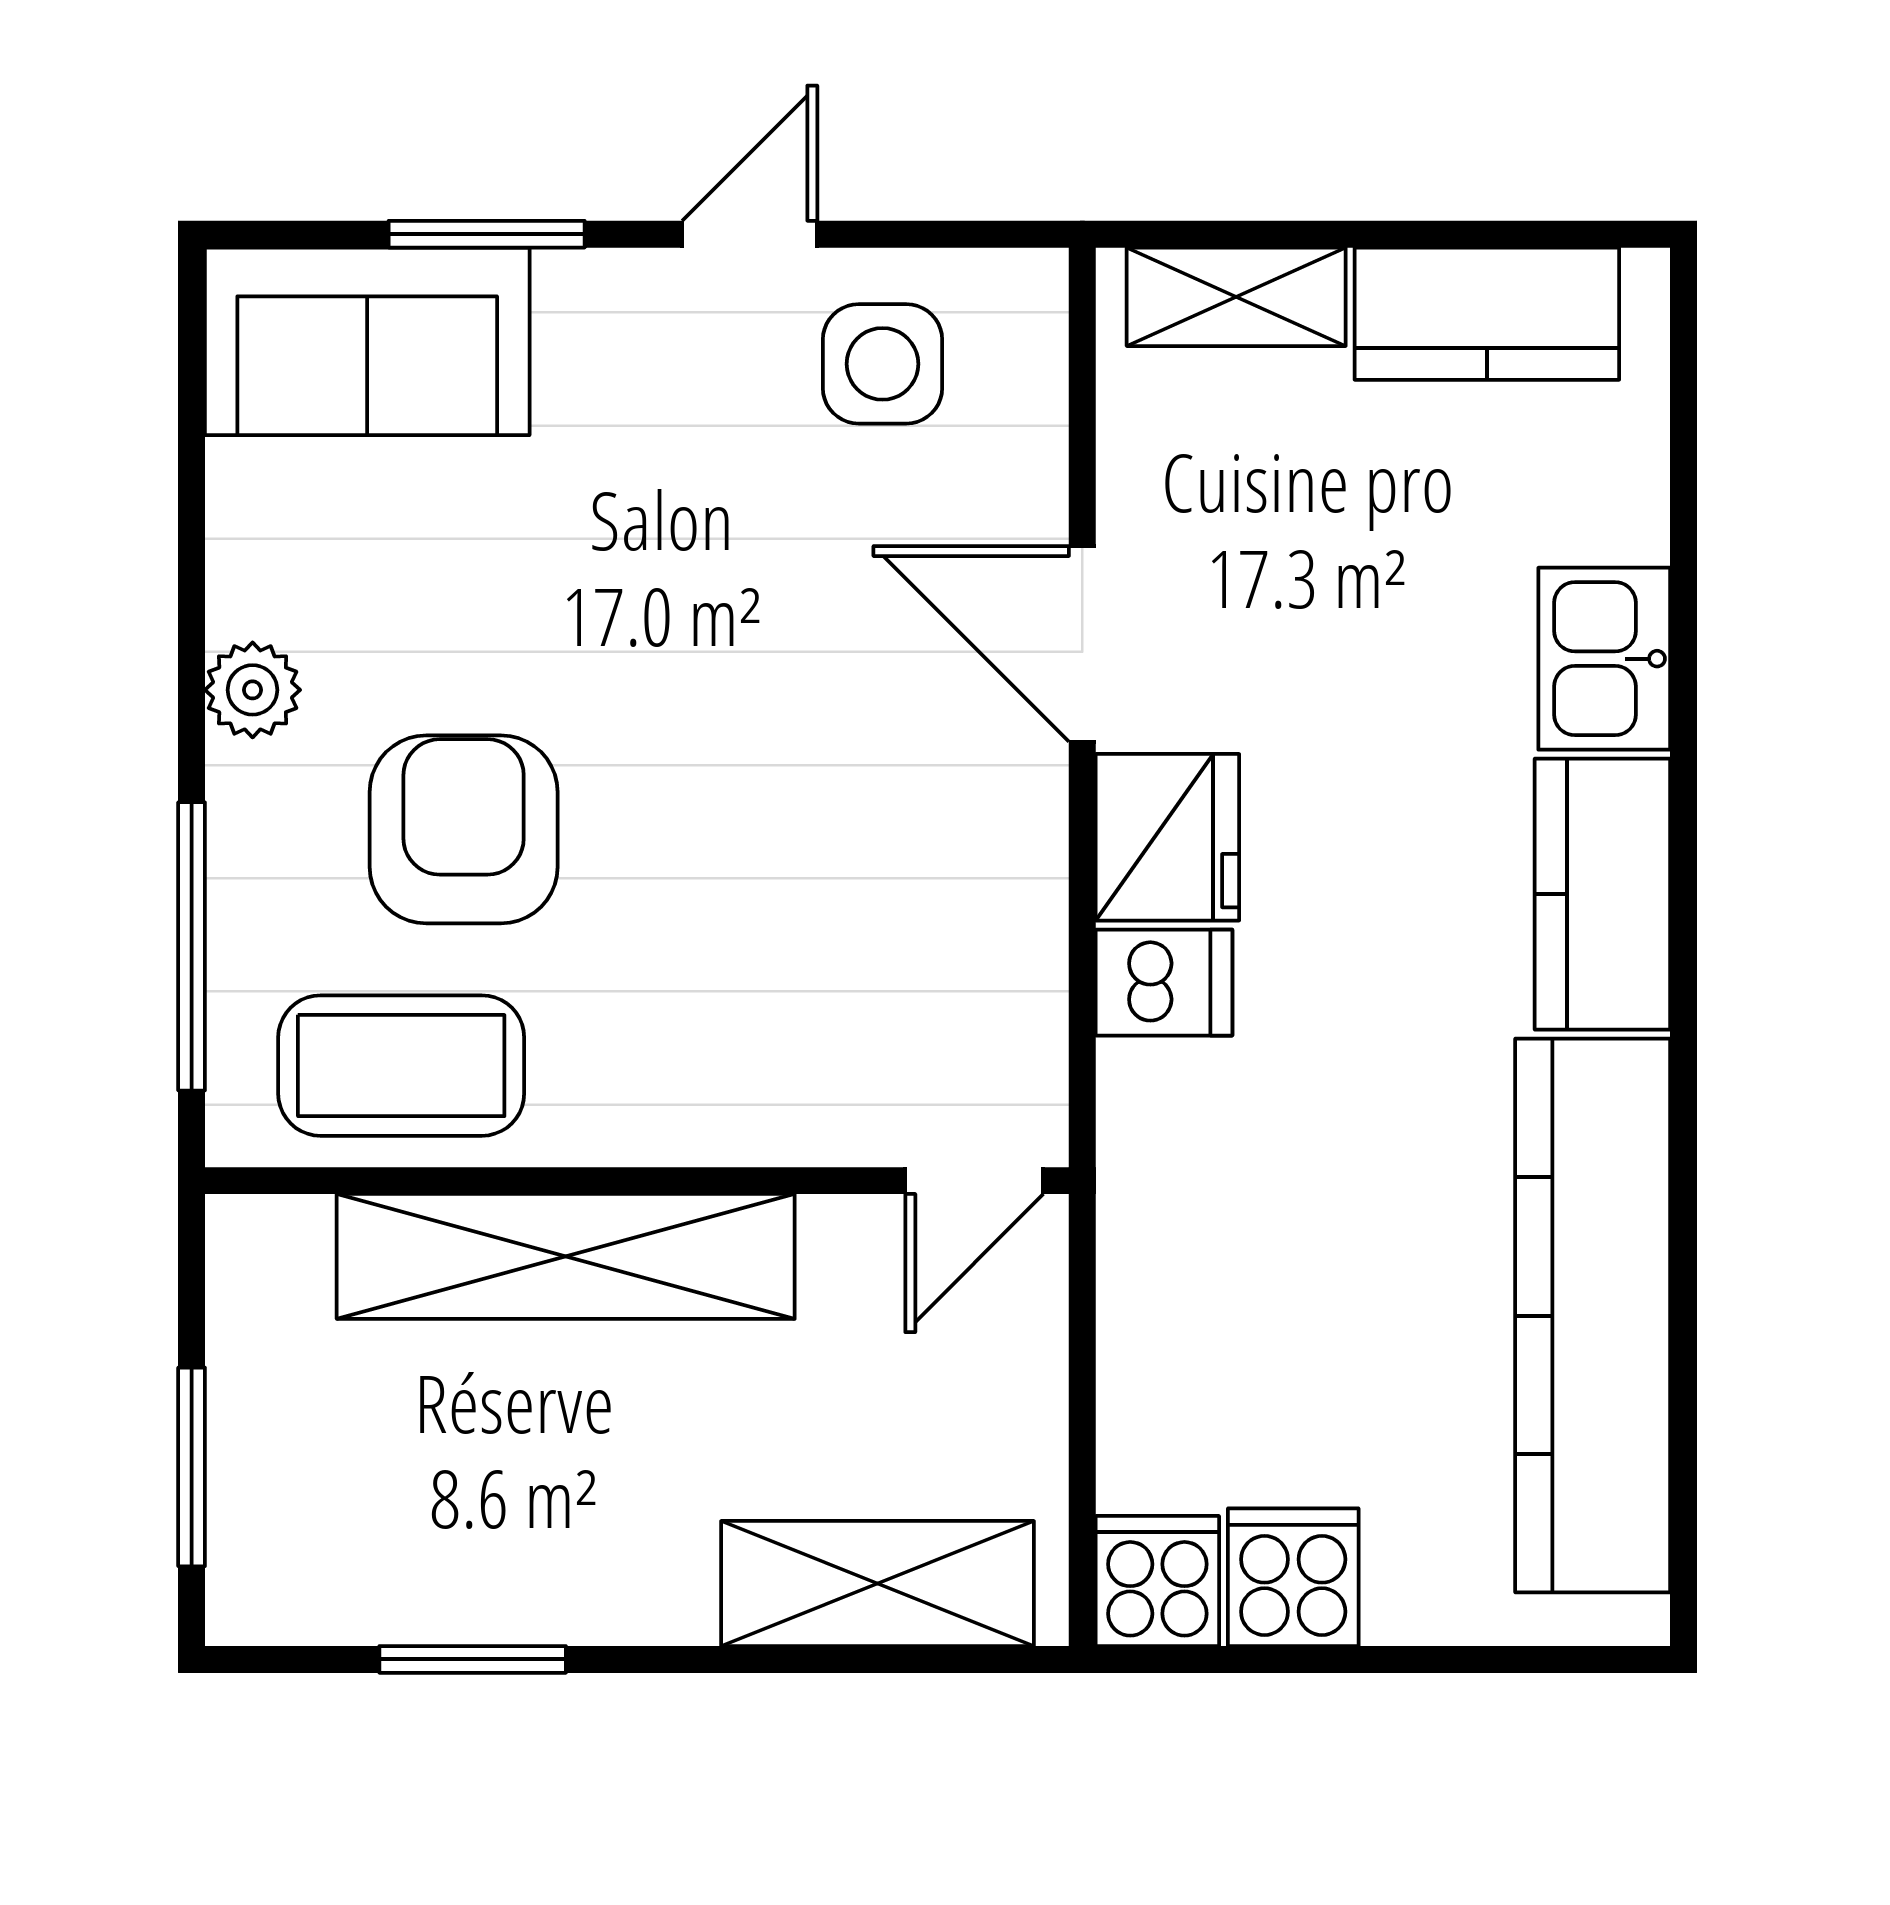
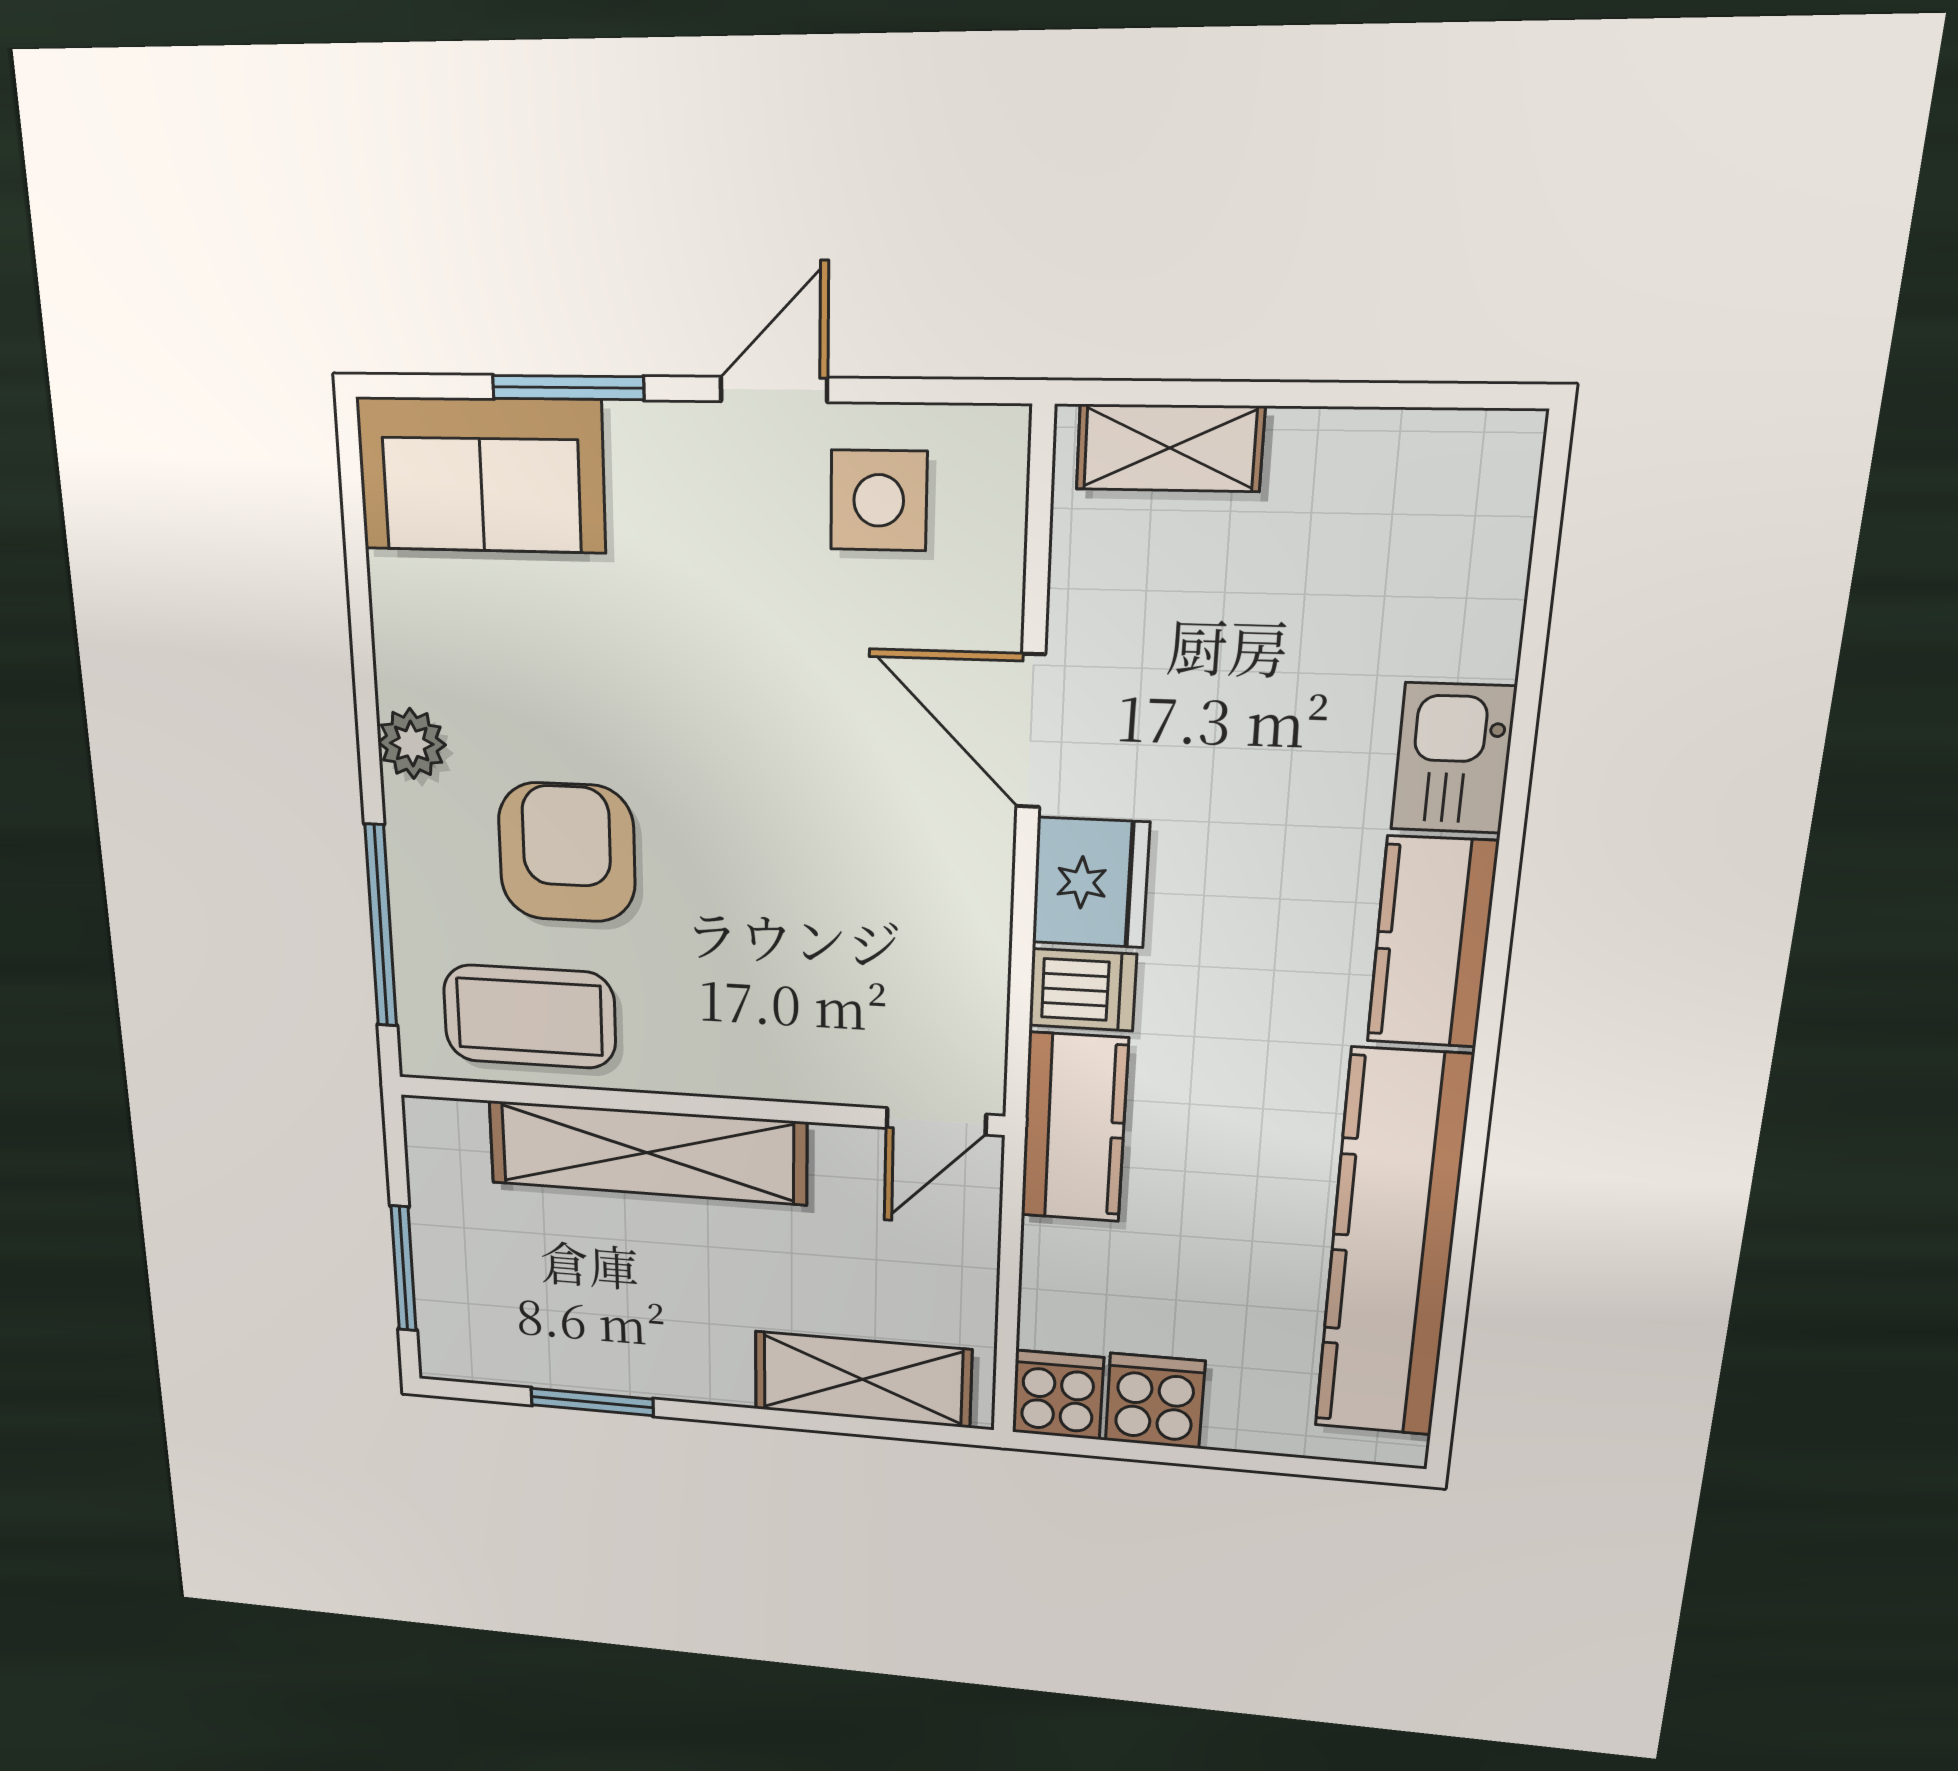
kitchen counter: (1487, 314) -> (1074, 1128), moved, turned -90

